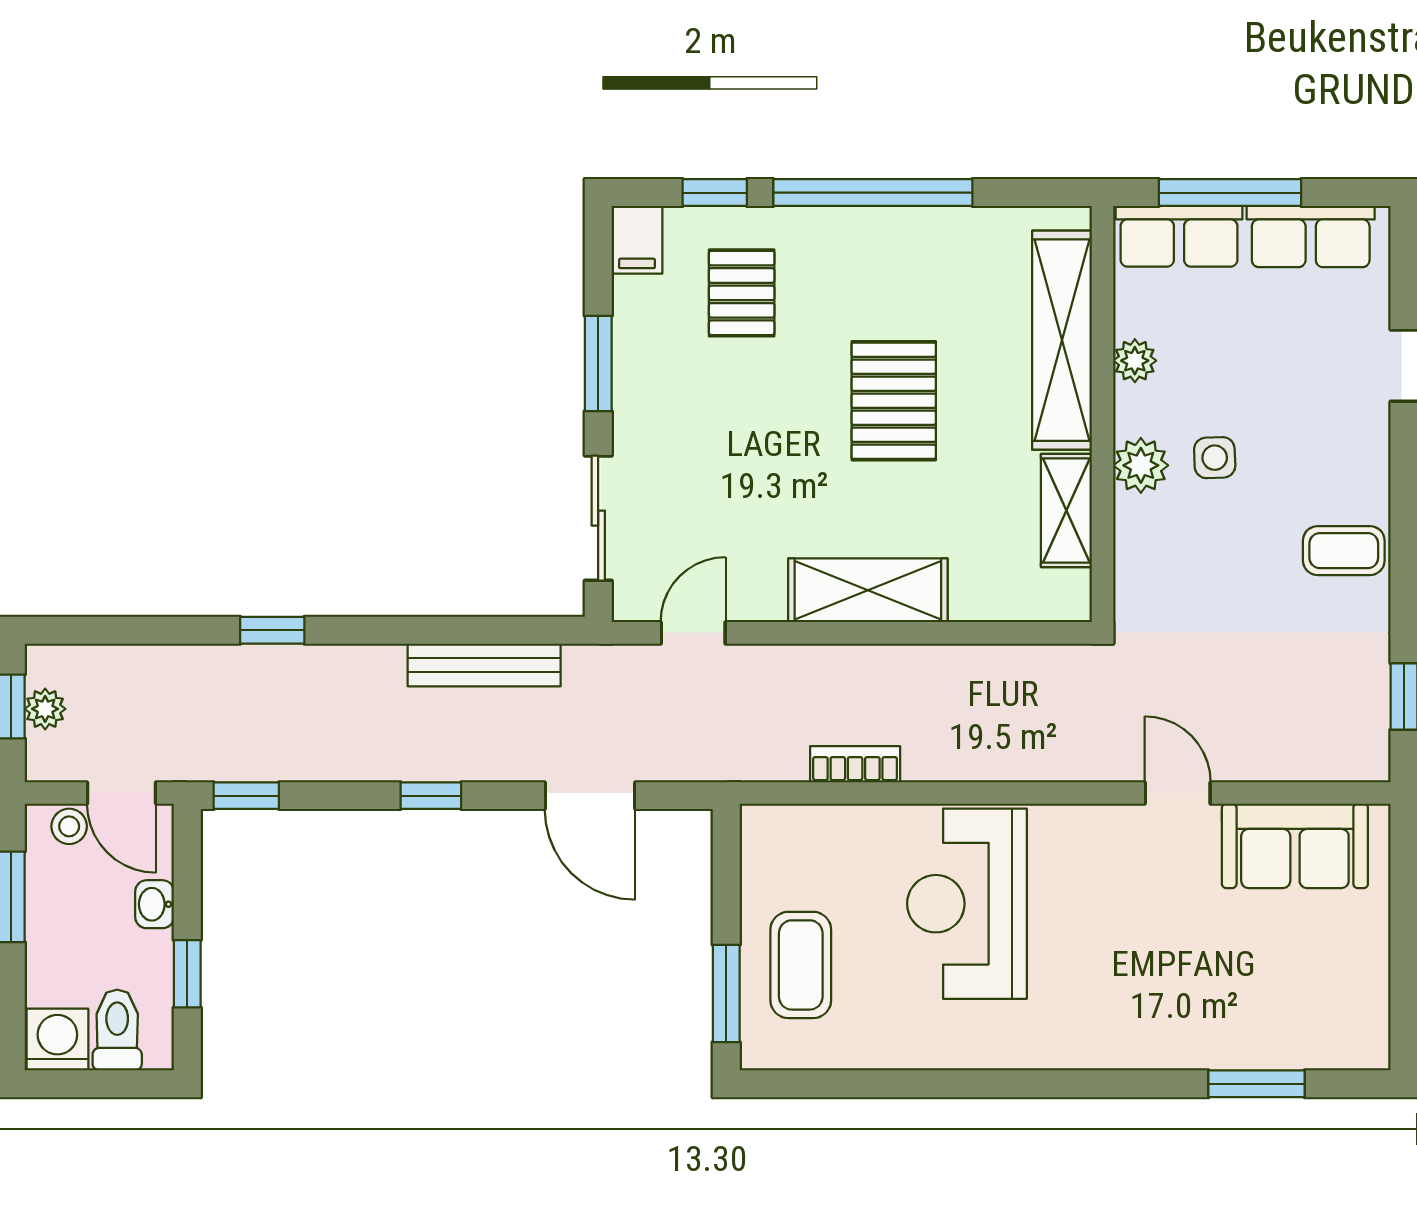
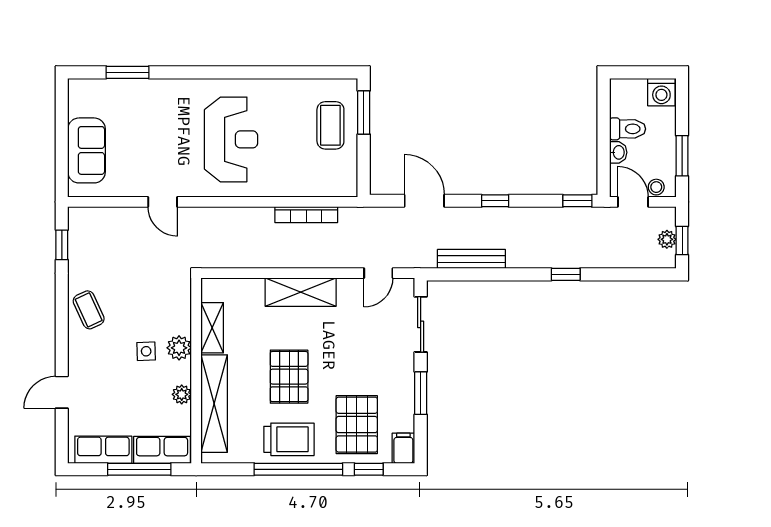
trolley: (894, 260) -> (289, 439), added
pallet: (742, 293) -> (357, 425), width x1.50, depth x1.42
coffee table: (1344, 551) -> (89, 310), turned 65
bookcase: (855, 764) -> (306, 215), width x1.56
sofa: (1295, 846) -> (87, 150), moved, turned 90
reception desk: (967, 904) -> (231, 139), moved
window: (187, 974) -> (604, 121), removed
toilet: (117, 1030) -> (628, 129), moved, turned -90

